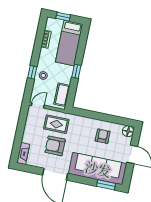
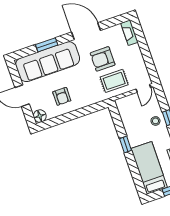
cot: (62, 95) -> (126, 113), removed
armchair: (55, 146) -> (103, 59), turned 180
window: (106, 185) -> (47, 45), moved

